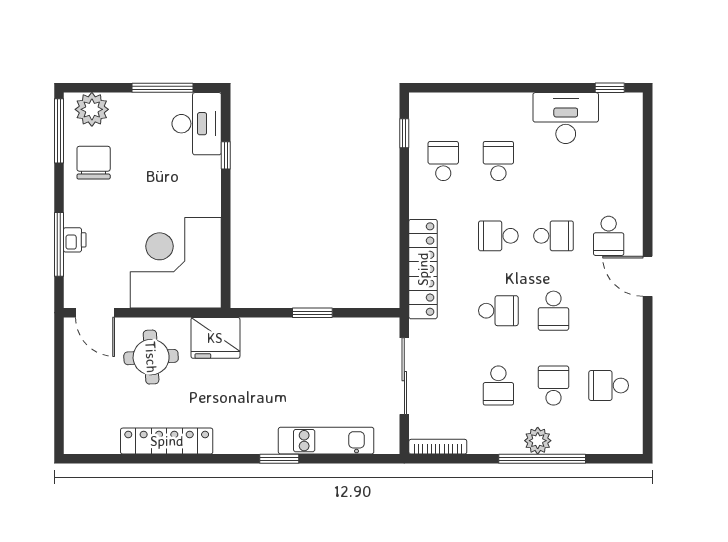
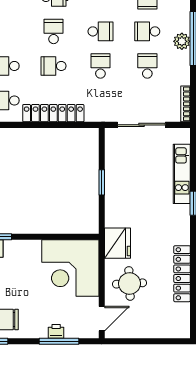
school desk: (498, 236) -> (54, 66), turned 90
locker: (423, 269) -> (53, 113), moved
school desk: (498, 386) -> (147, 66), turned -90

